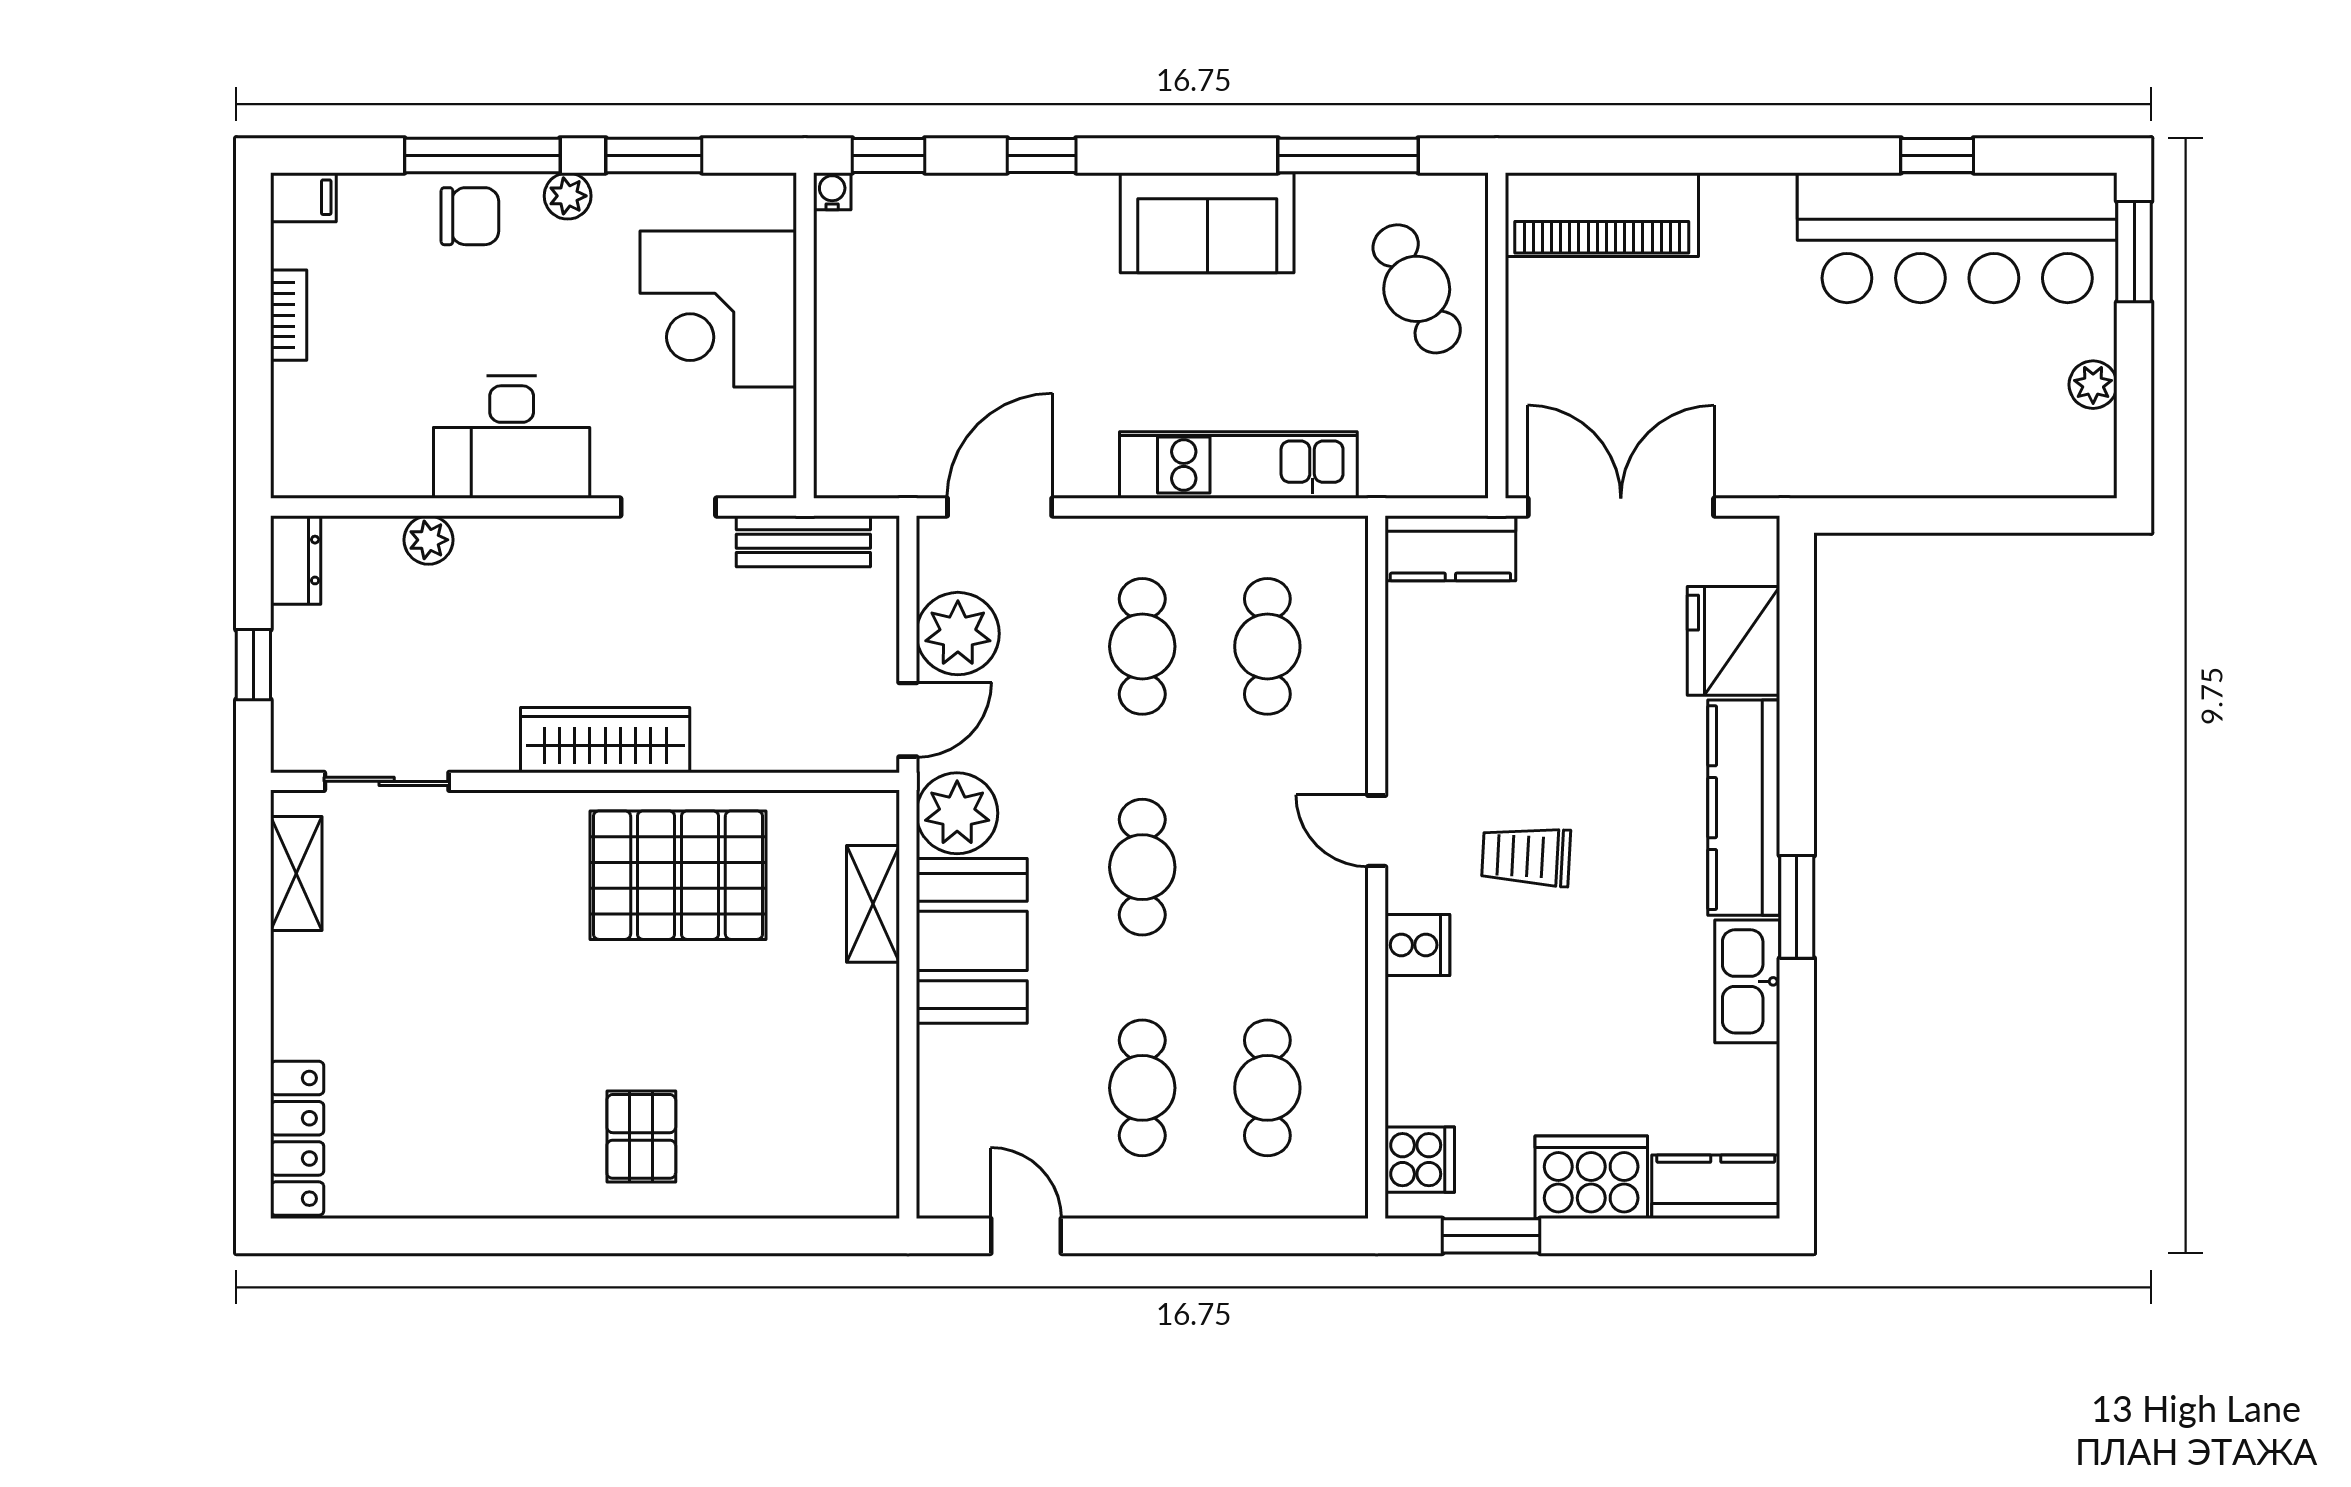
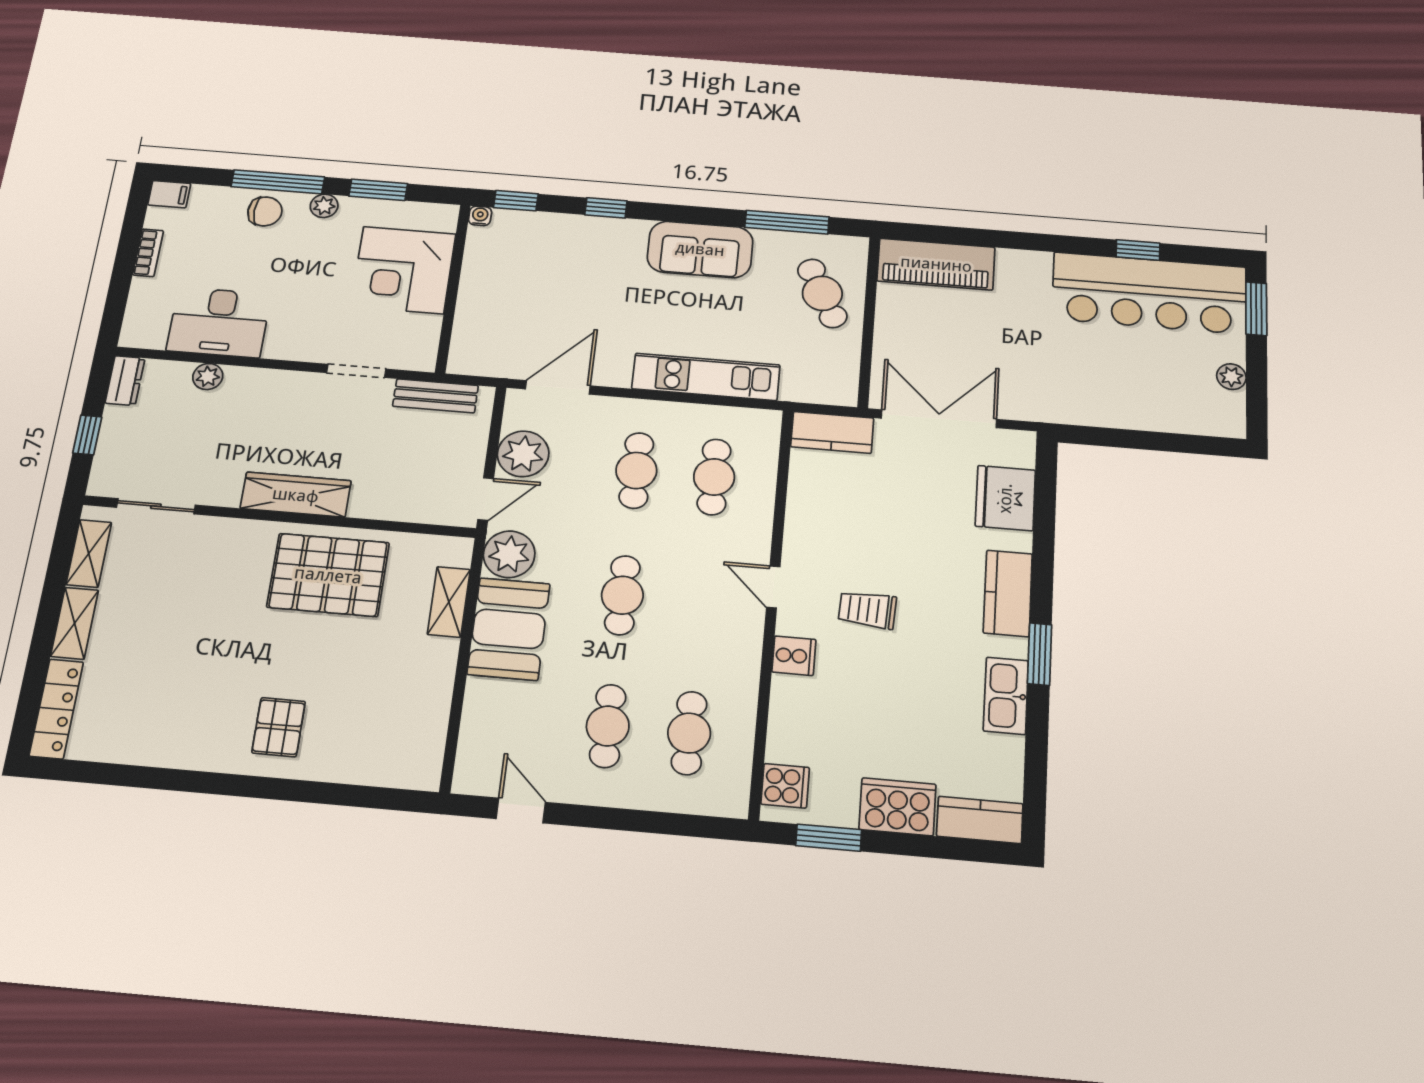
desk: (512, 437) -> (219, 322), moved
kitchen counter: (1744, 808) -> (1008, 593), width x0.67
shelving: (297, 994) -> (75, 623), added

